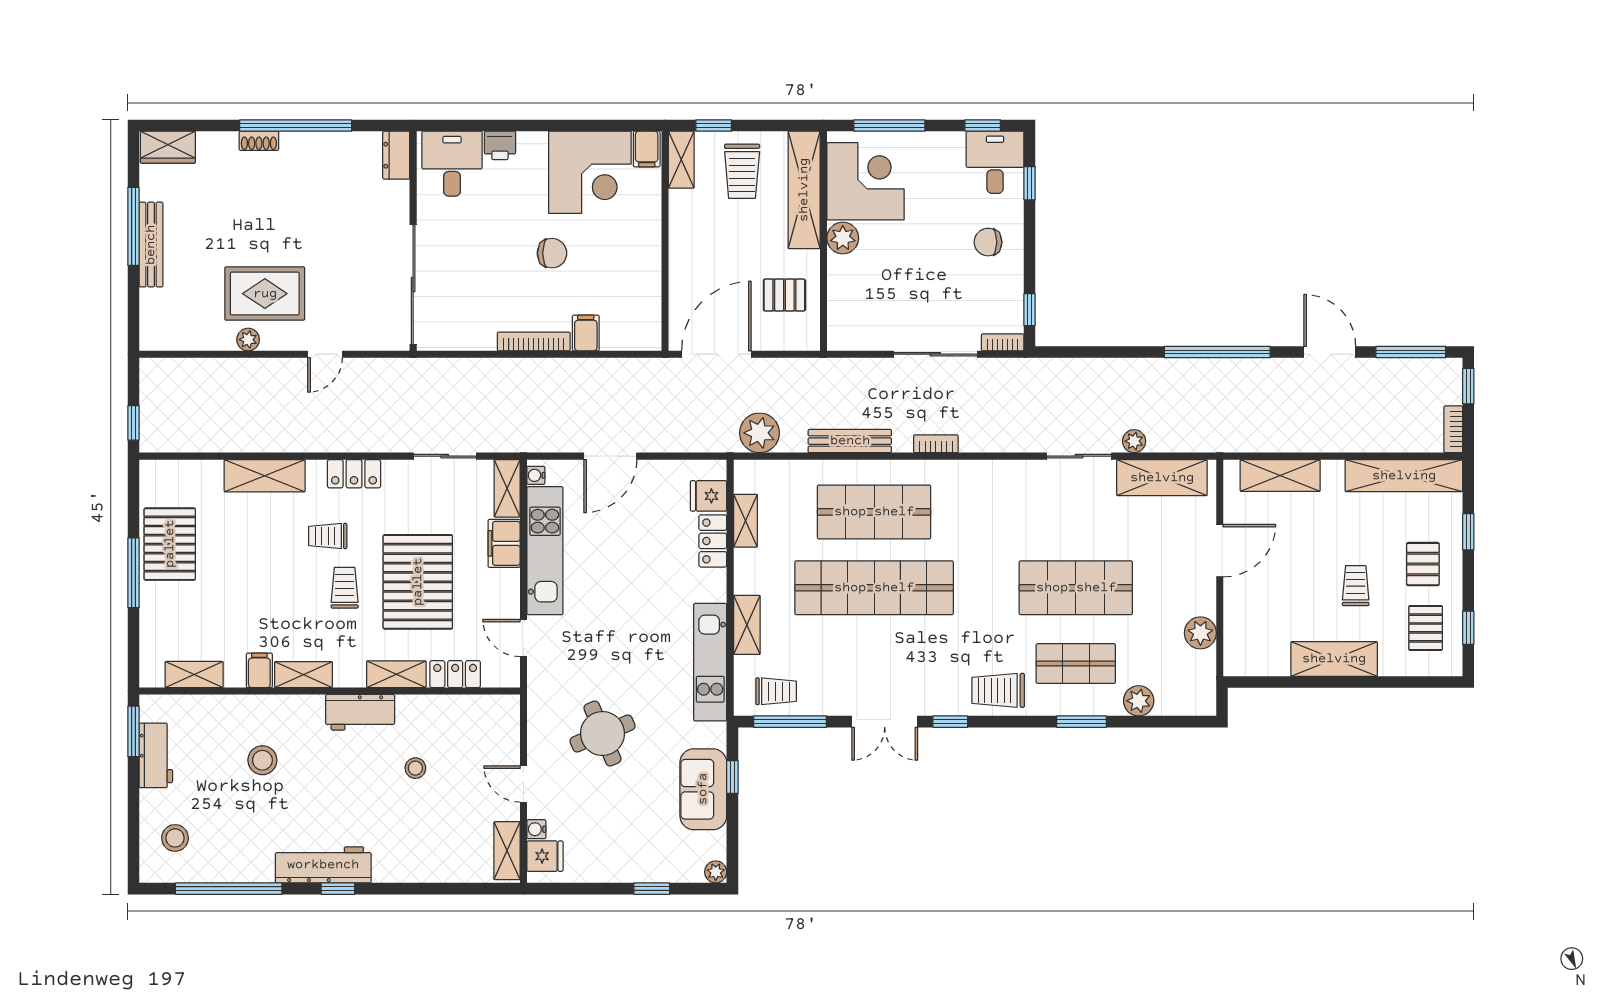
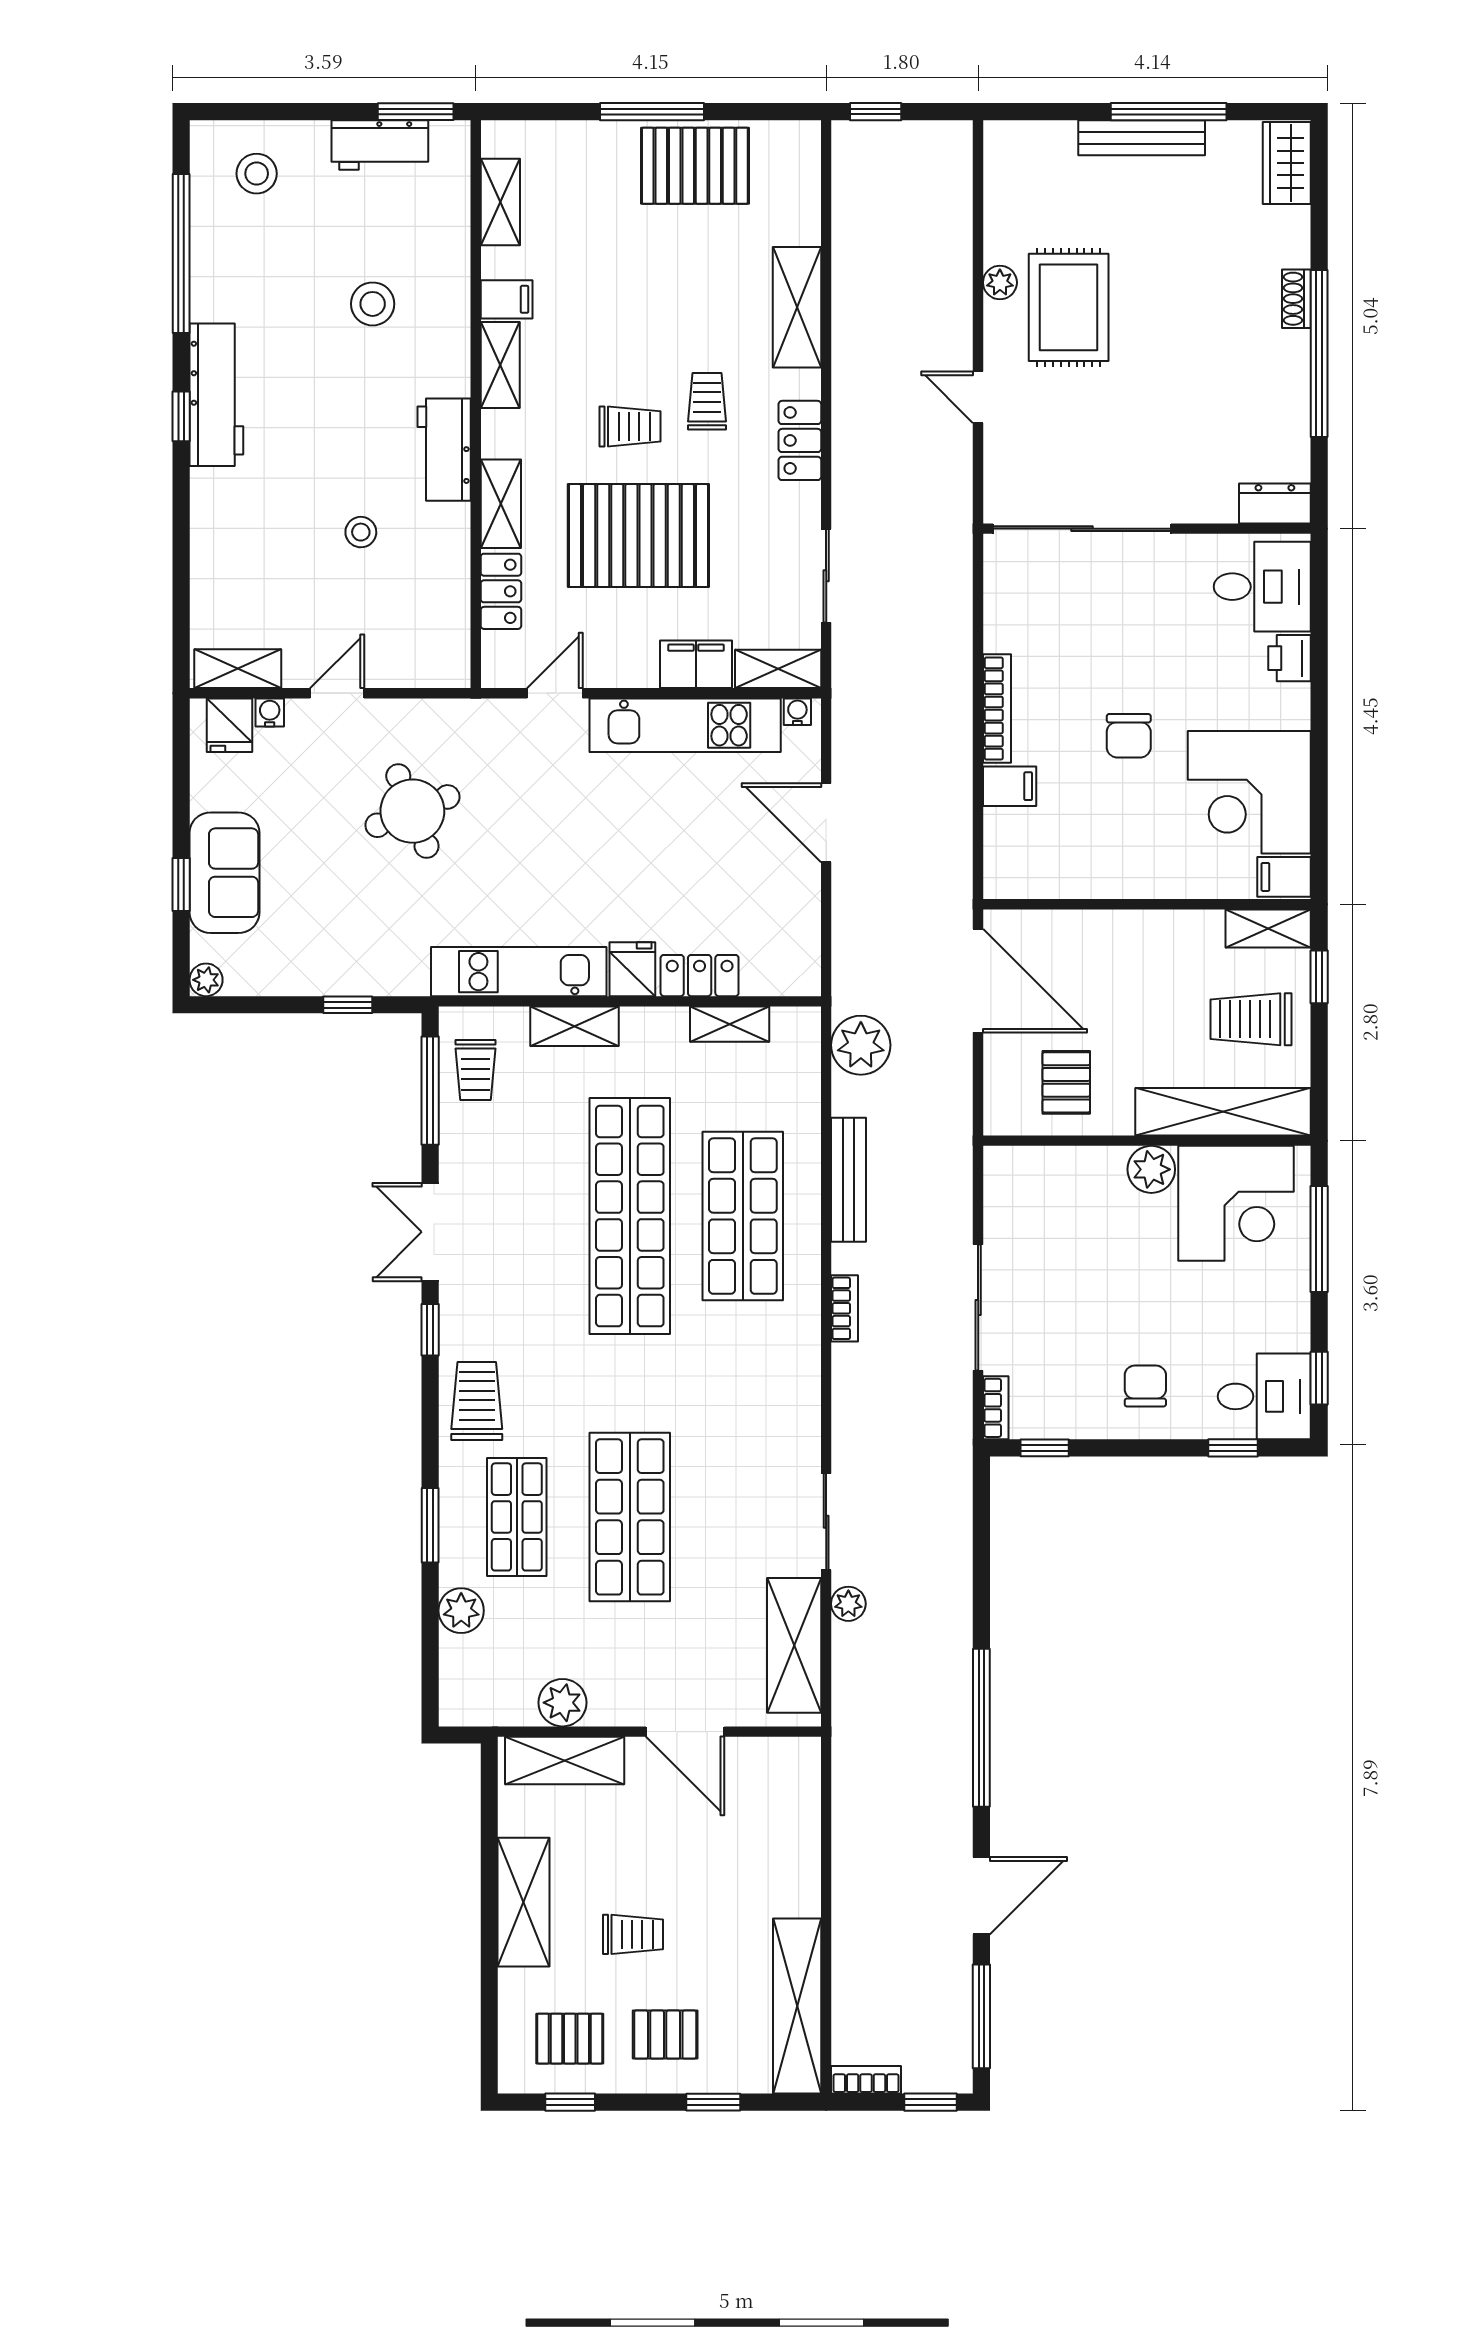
shelving: (1280, 475) -> (565, 1760), moved, turned 90
fridge: (709, 496) -> (632, 969), moved
sofa: (703, 789) -> (224, 873), moved, turned 90

